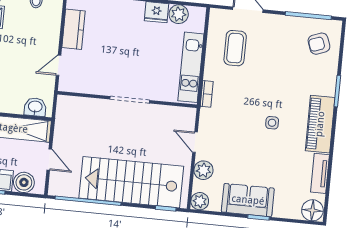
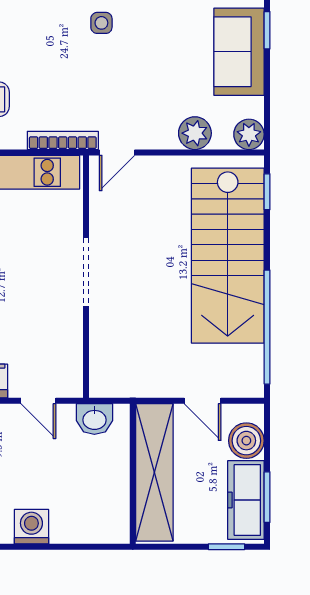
bookcase: (207, 94) -> (63, 140), width x1.56
washbasin: (35, 107) -> (94, 419), moved, turned -90
door: (195, 142) -> (117, 152), moved
door: (49, 160) -> (203, 401), swing flipped

